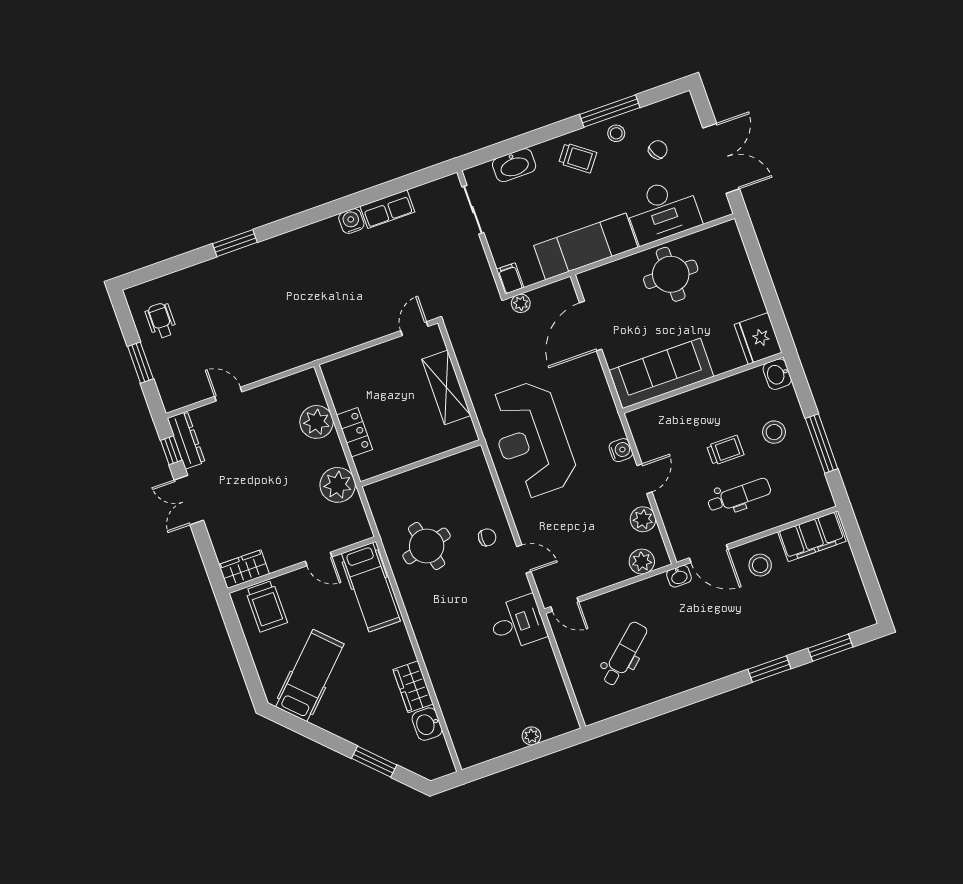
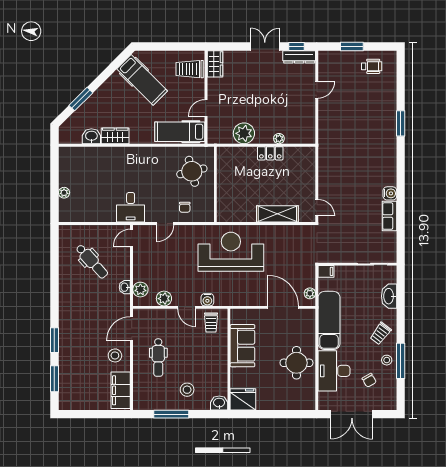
plant: (521, 303) -> (310, 293), moved
sofa: (662, 373) -> (242, 346), width x0.73
plant: (317, 422) -> (279, 139), width x0.53, depth x0.53
trolley: (725, 450) -> (211, 323), moved
wall: (421, 463) -> (215, 184), moved
washbasin: (679, 576) -> (125, 287), moved

